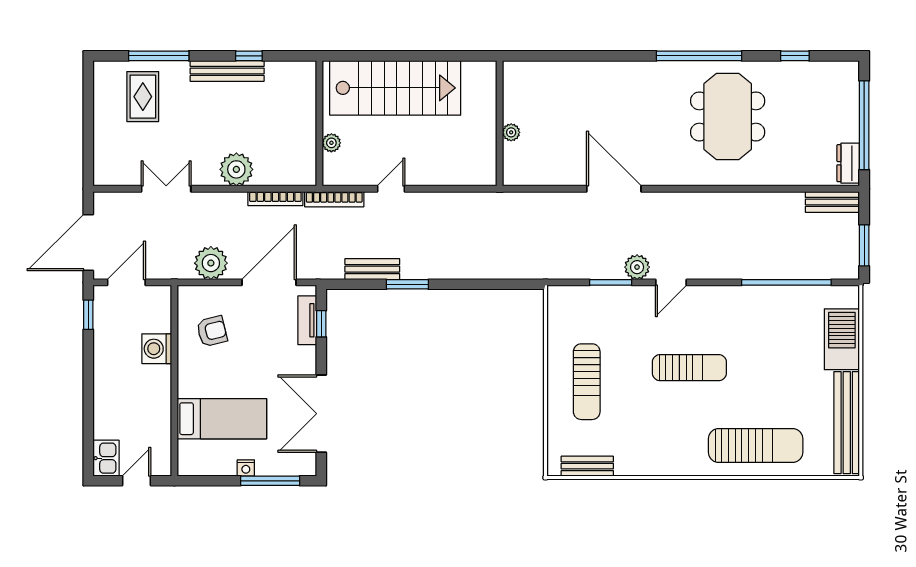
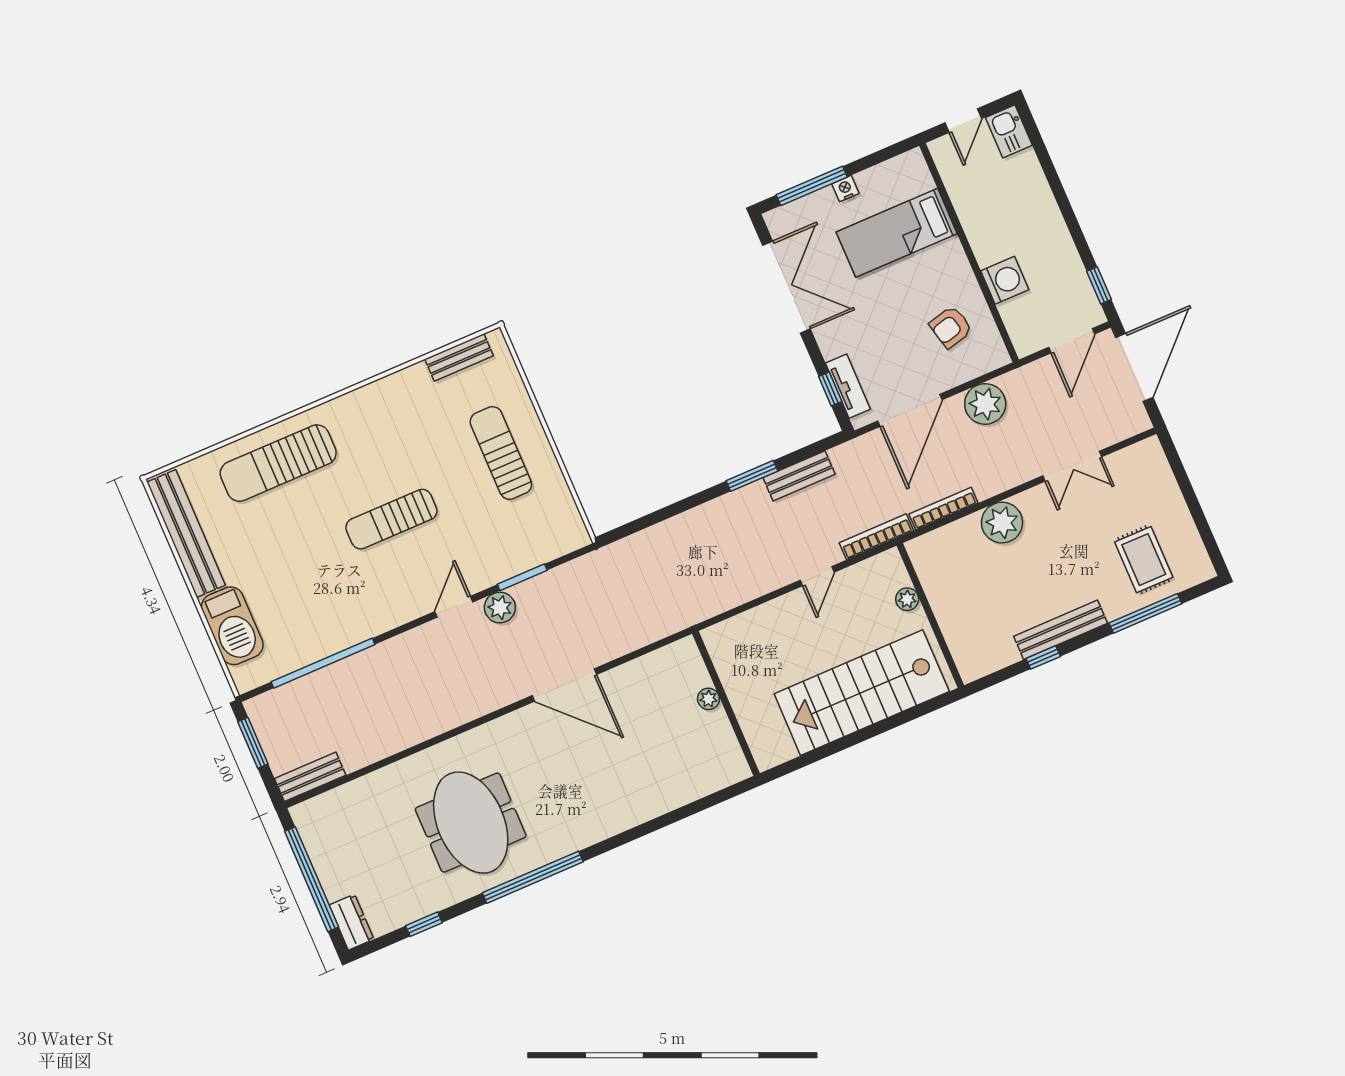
dresser: (848, 163) -> (351, 922), moved

